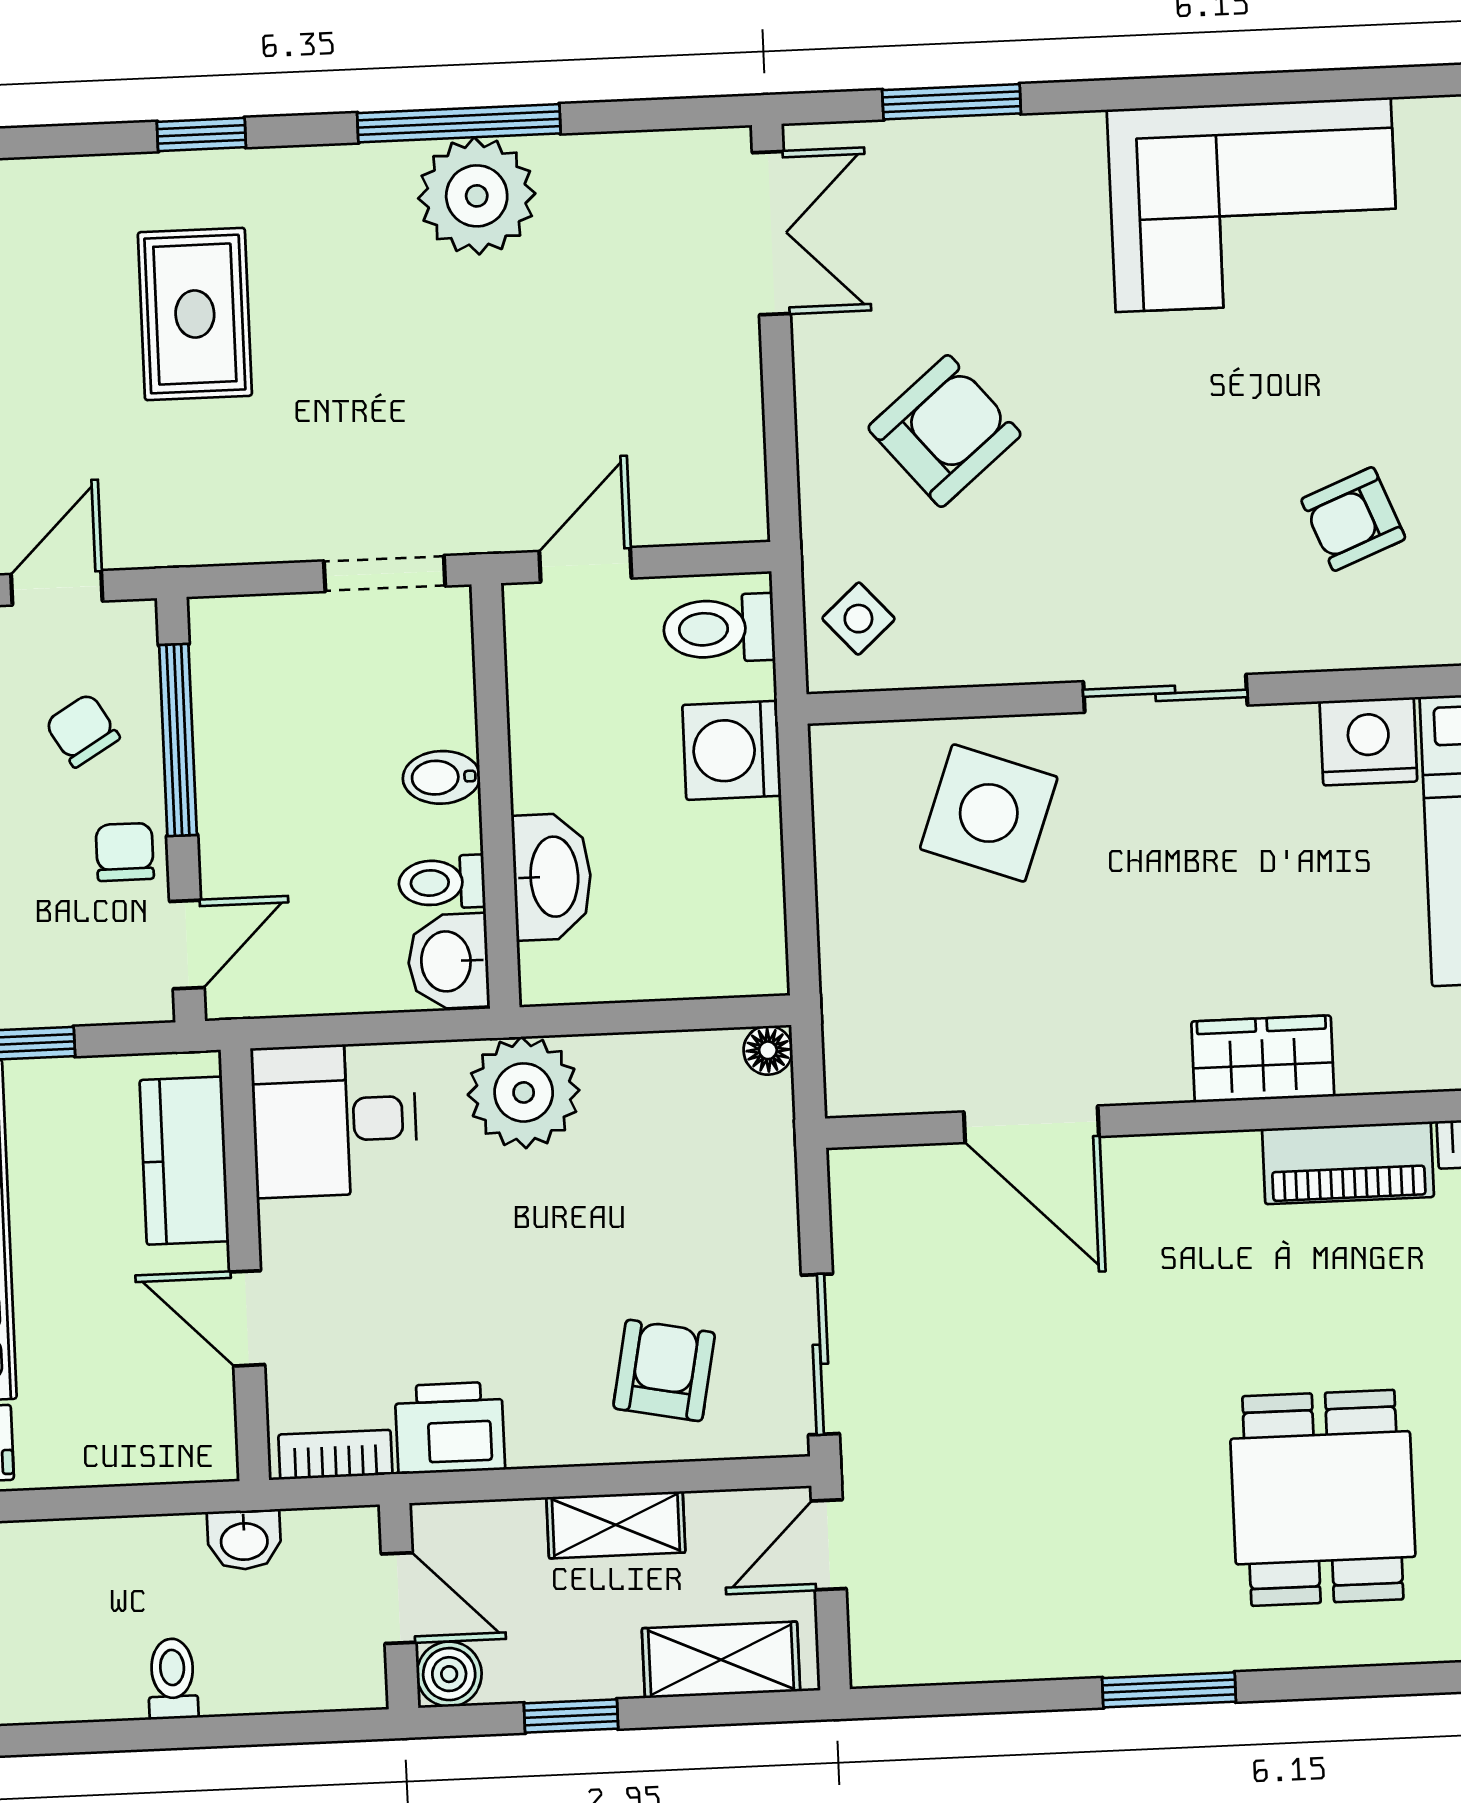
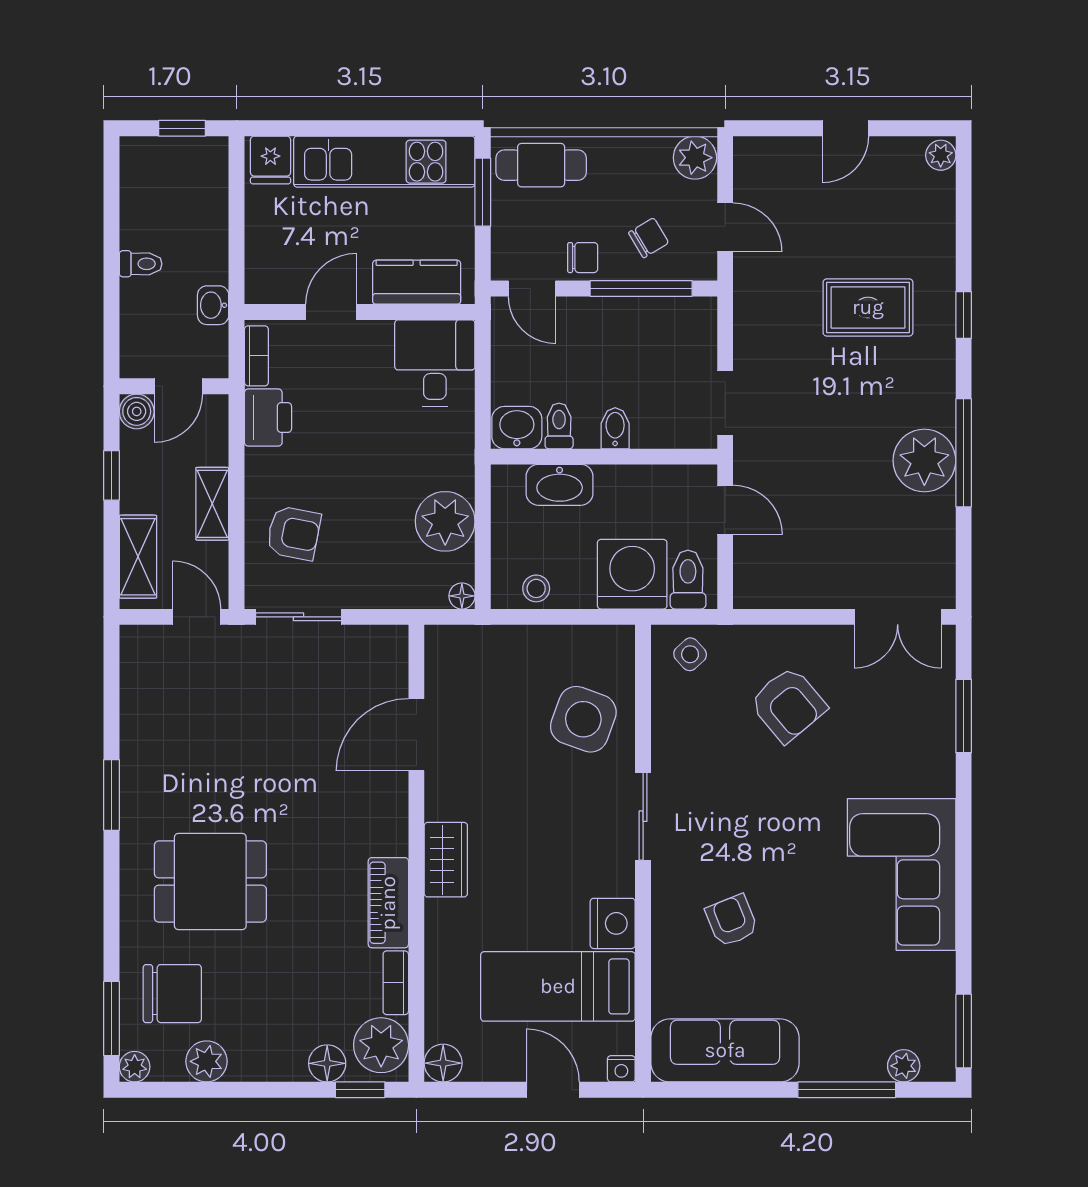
washing machine: (732, 750) -> (632, 574), width x1.37, depth x1.37
stool: (748, 912) -> (536, 588), added
plant: (524, 1092) -> (445, 521), moved

